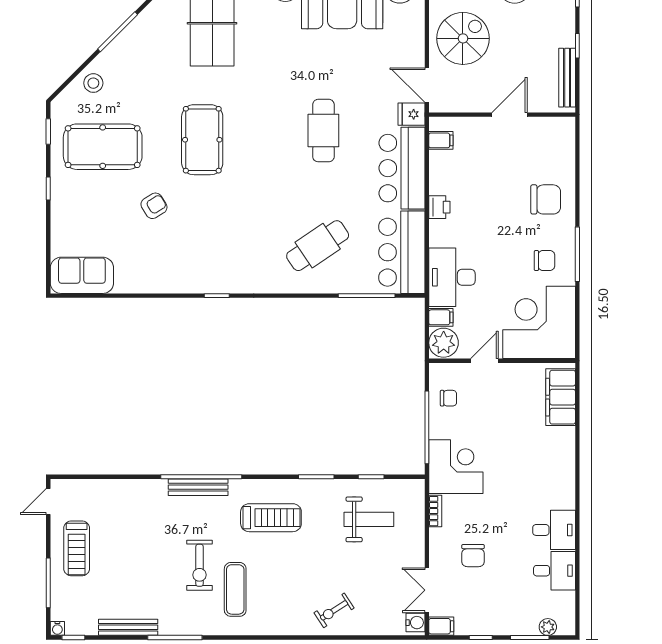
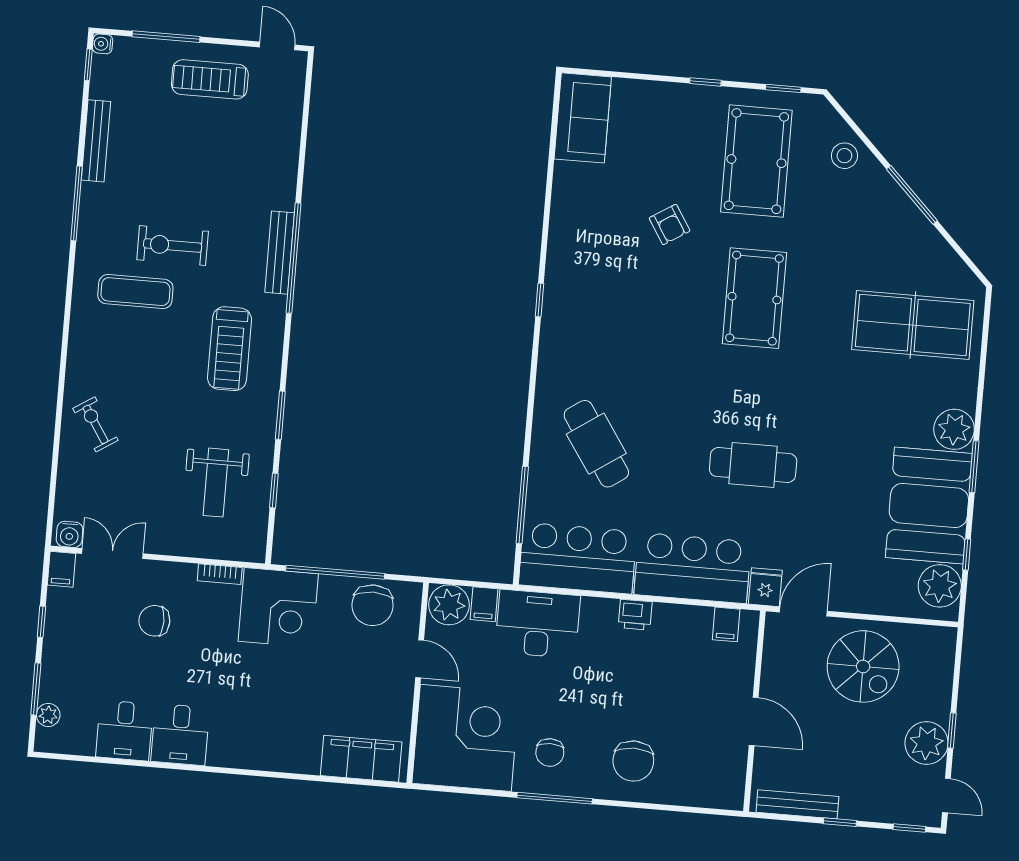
pool table: (202, 140) -> (754, 298), turned 90
chair: (448, 398) -> (373, 605), width x1.87, depth x1.87

